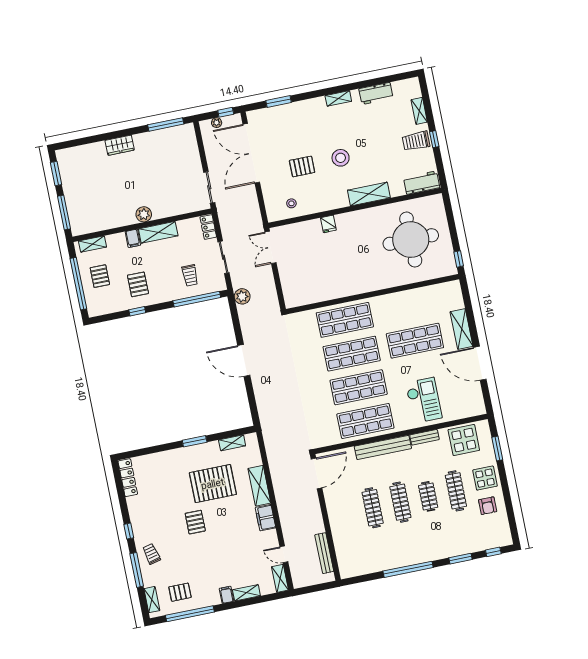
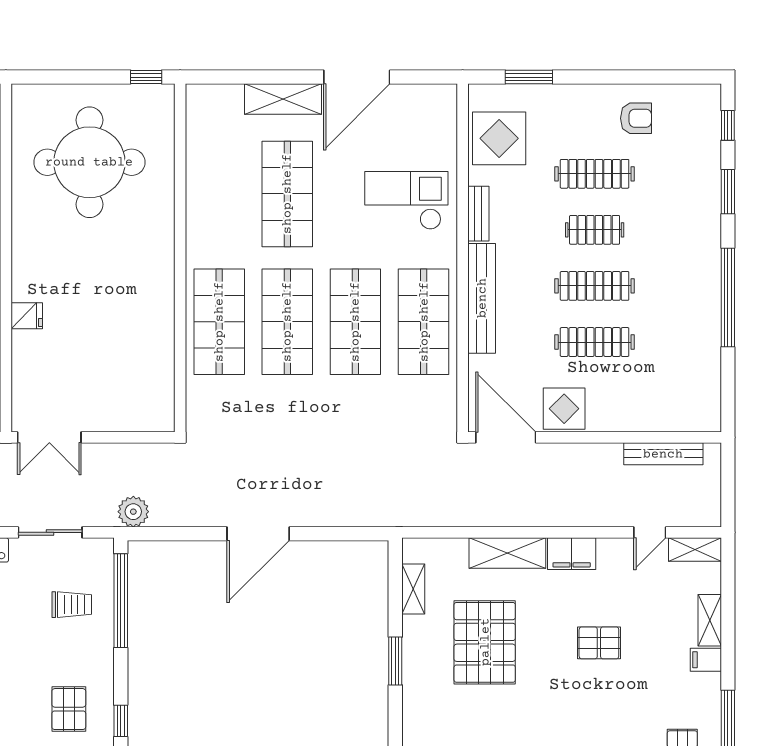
pallet: (138, 284) -> (69, 709), turned 90
display table: (485, 478) -> (564, 409), moved
pallet: (195, 522) -> (599, 643), moved

